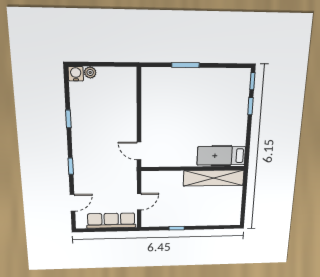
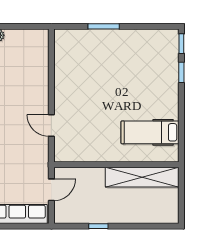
wall: (193, 168) -> (116, 165), moved
shelving: (214, 178) -> (142, 177), moved

